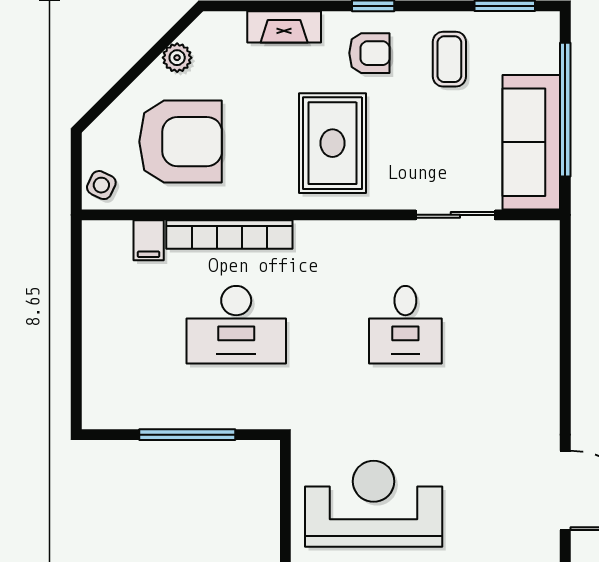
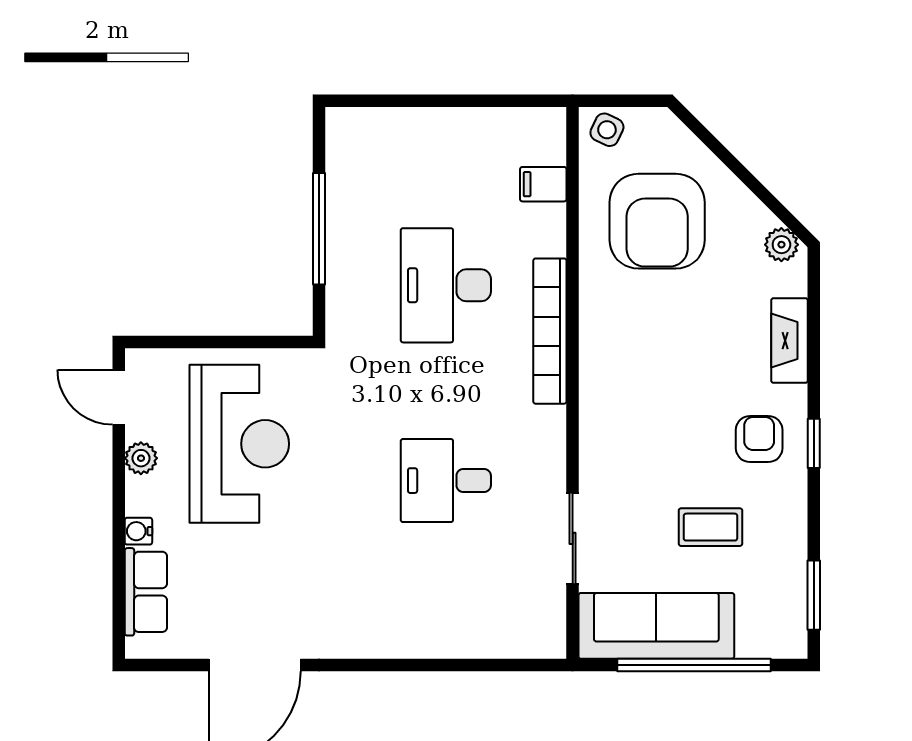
armchair: (369, 53) -> (759, 439), turned 180
plant: (177, 58) -> (781, 245), moved
coffee table: (449, 59) -> (710, 527), moved
rug: (332, 143) -> (655, 396), removed
bookcase: (229, 235) -> (550, 331), moved

